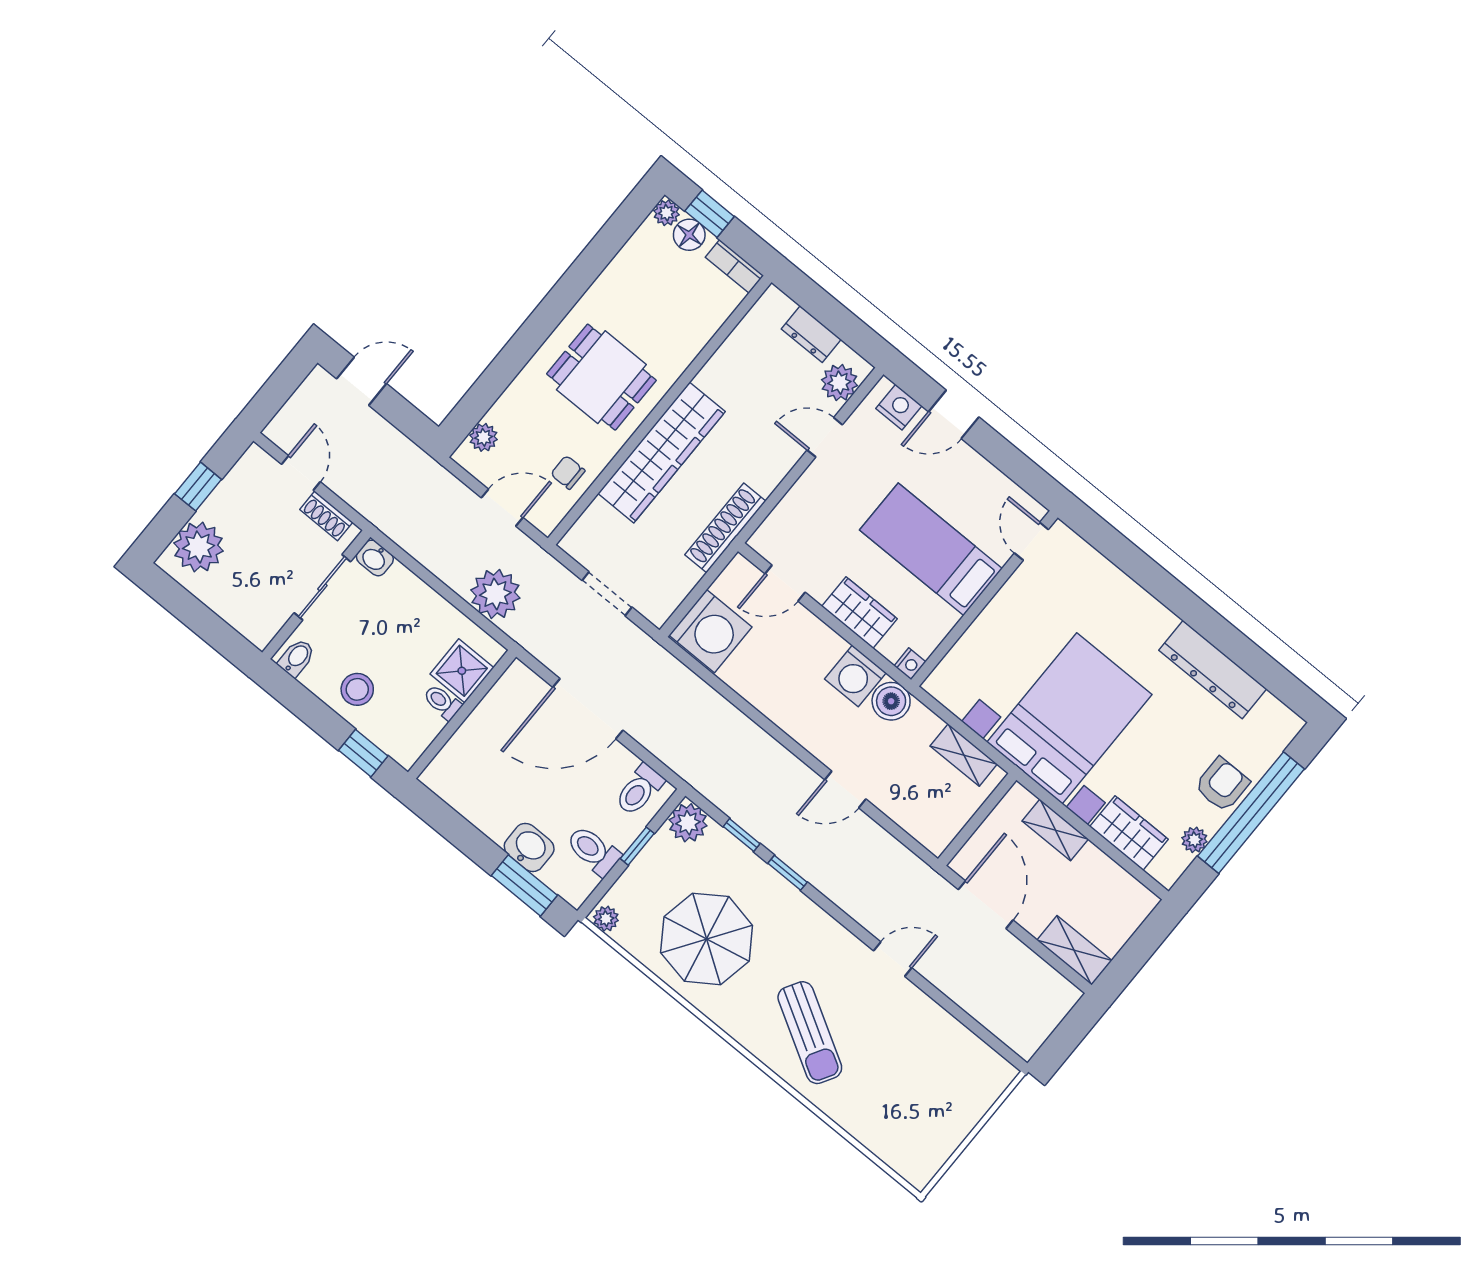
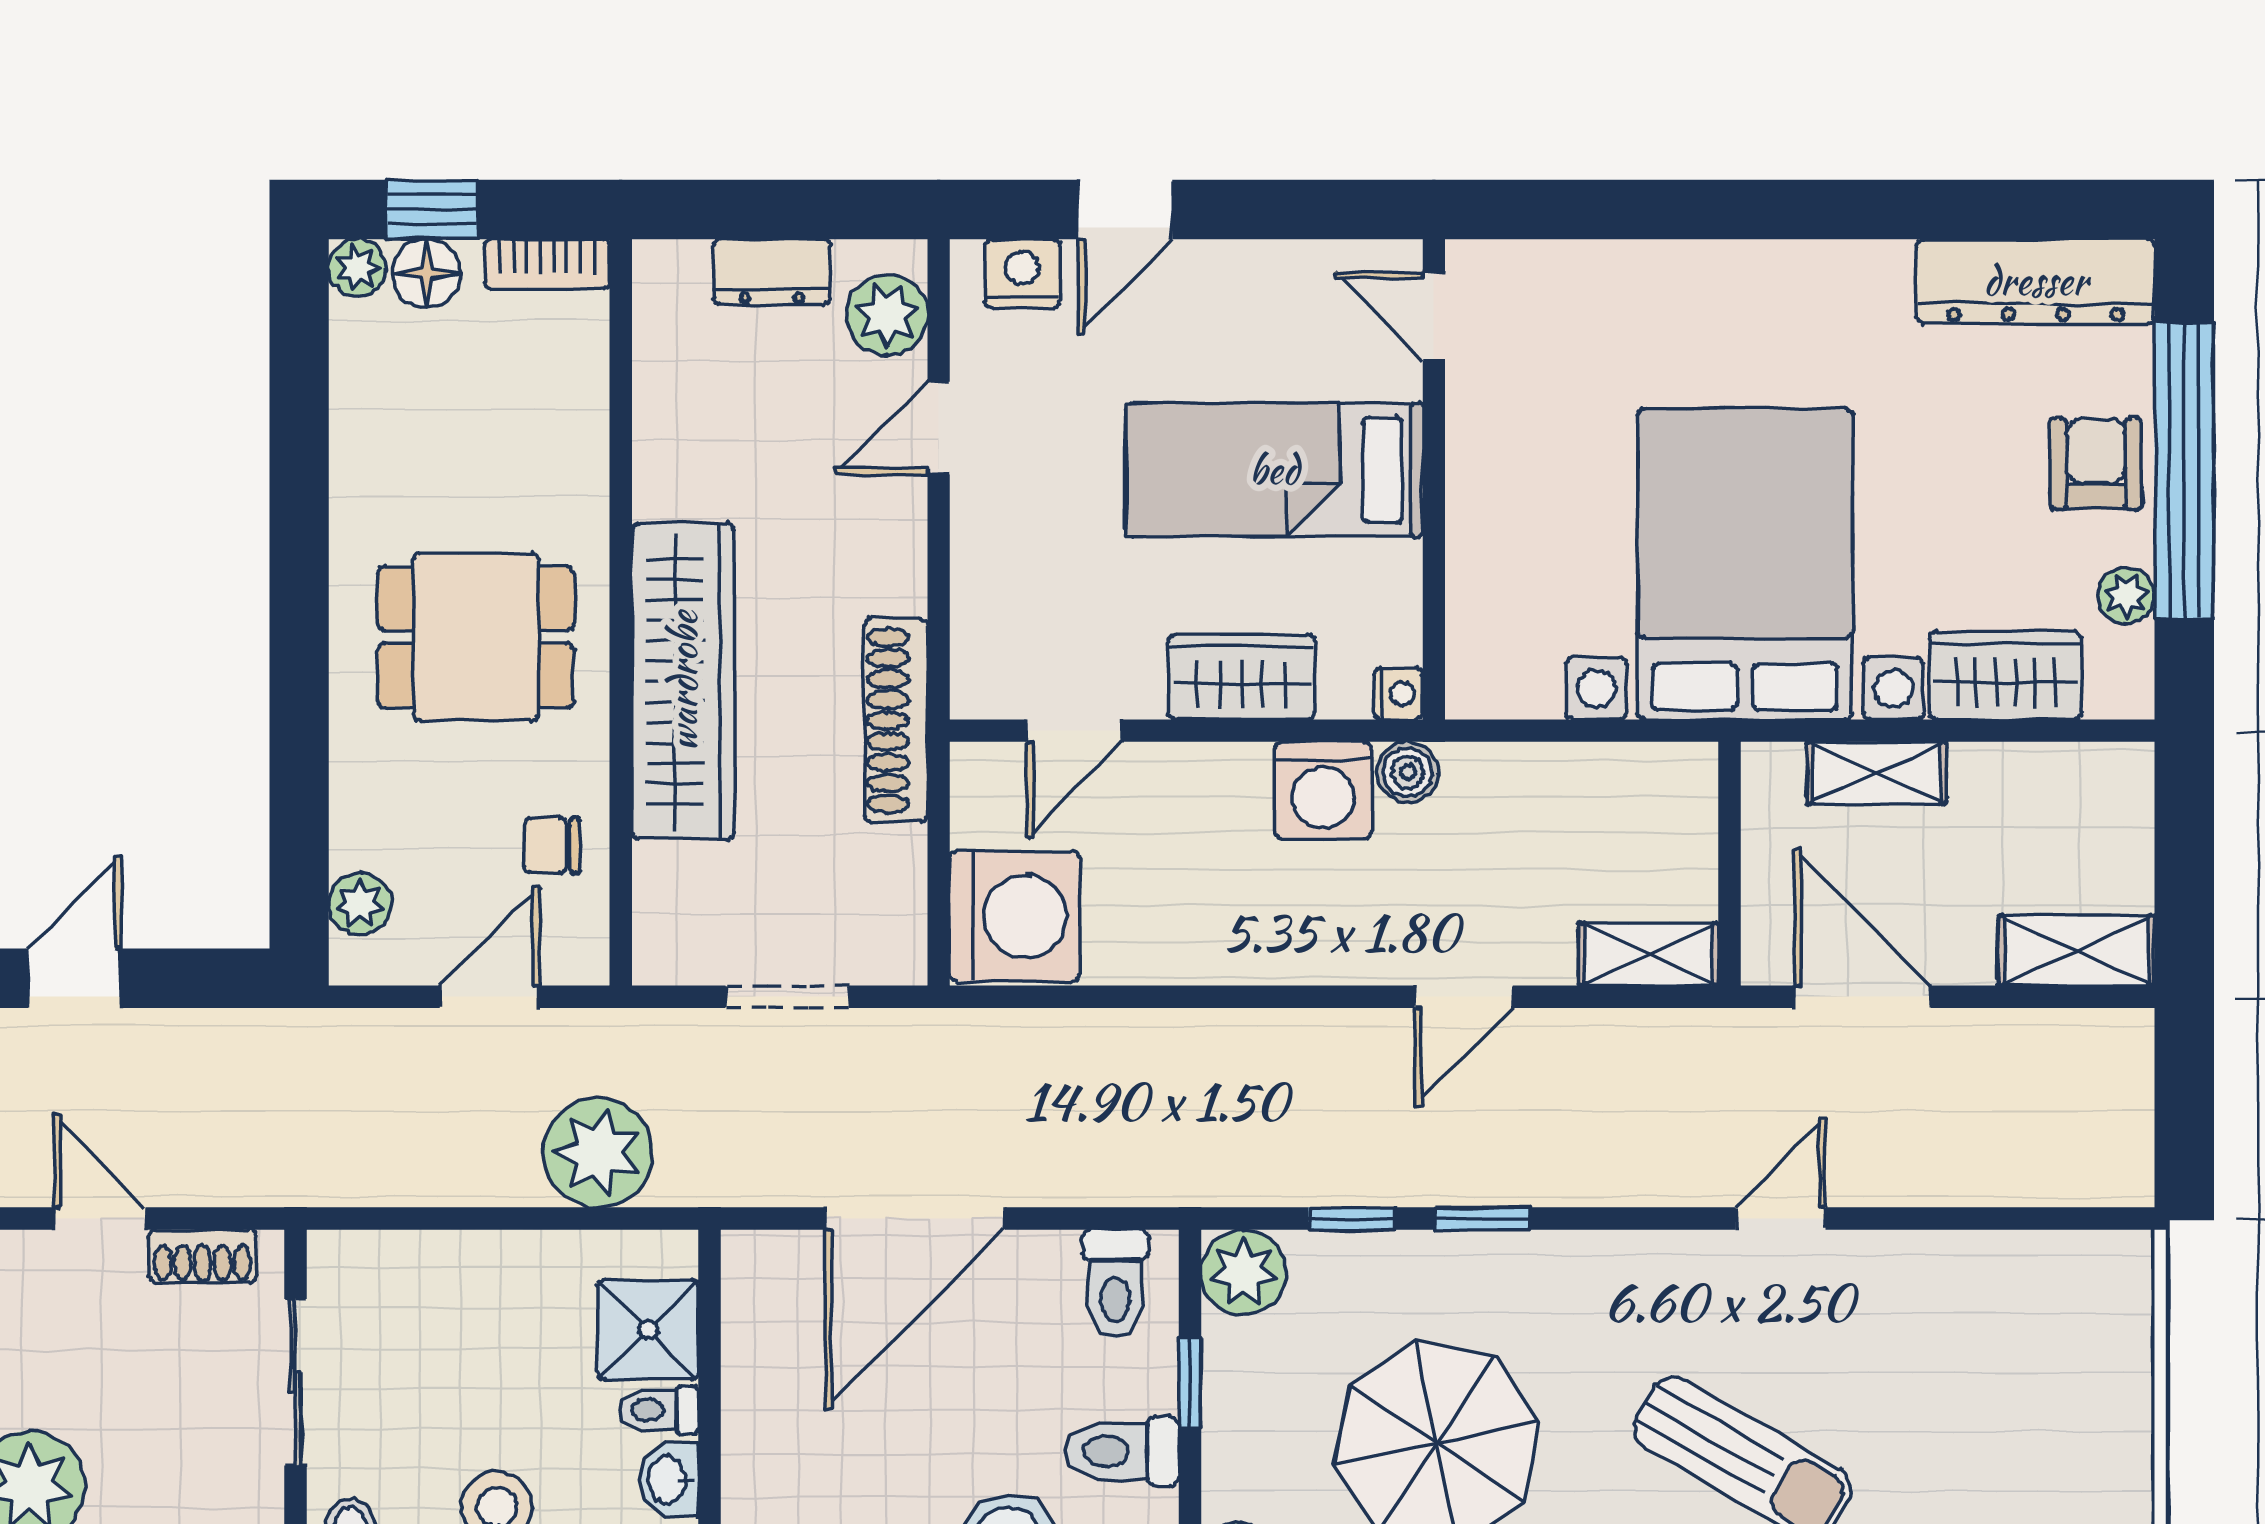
washbasin: (375, 558) -> (668, 1480), moved, turned 90
dresser: (1213, 670) -> (2036, 281), moved
boiler: (891, 701) -> (1408, 772), width x0.73, depth x0.73
shelving: (964, 755) -> (1648, 954), moved

